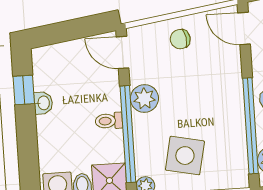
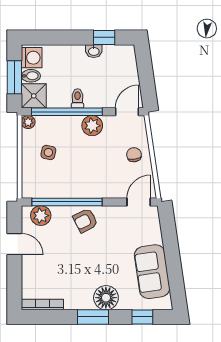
side table: (185, 156) -> (48, 152), width x0.54, depth x0.54

